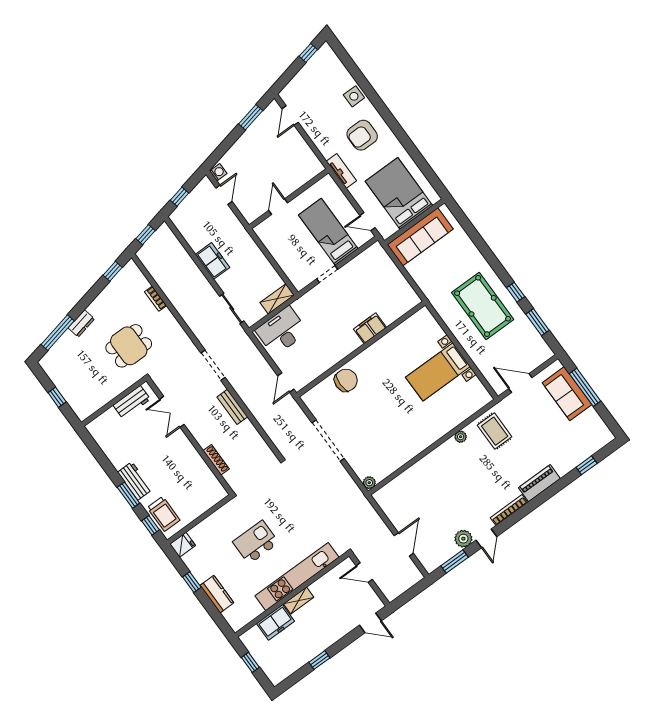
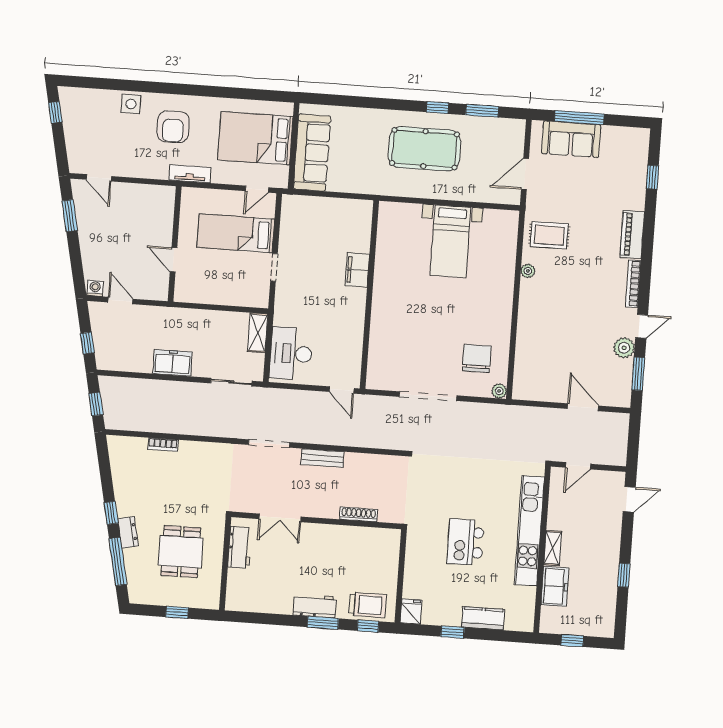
window: (113, 271) -> (111, 513), moved
dining table: (129, 346) -> (181, 552), moved
chair: (346, 380) -> (477, 358), moved
door: (486, 538) -> (642, 326), hinge flipped

